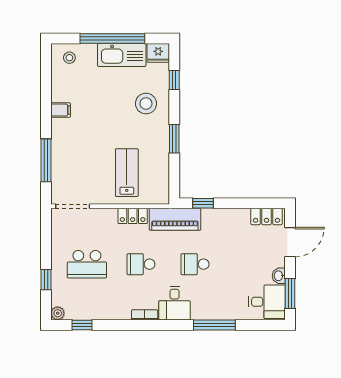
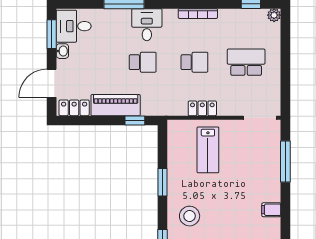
piano: (175, 219) -> (116, 105), moved
window: (46, 280) -> (285, 47), removed
desk: (175, 303) -> (147, 25), moved
bookcase: (145, 315) -> (198, 14), width x1.56

